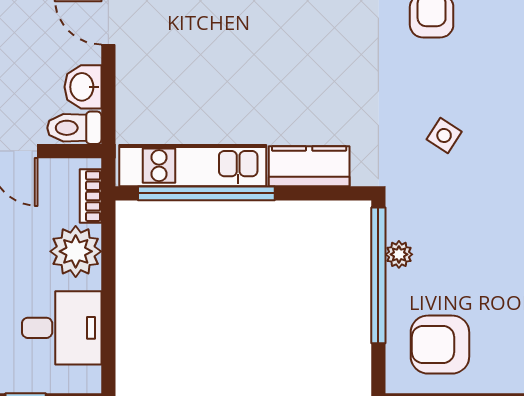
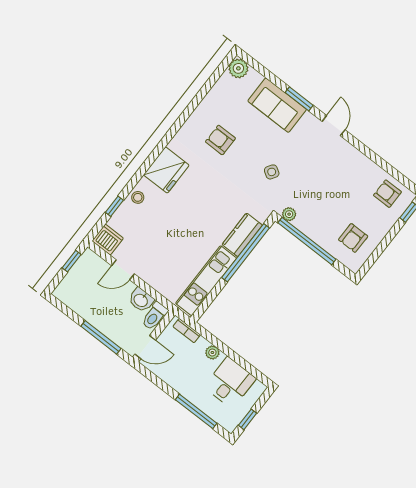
window: (206, 193) -> (246, 253), moved
plant: (76, 251) -> (212, 353), width x0.53, depth x0.53
plant: (399, 254) -> (289, 214), moved
armchair: (440, 345) -> (353, 238), width x0.72, depth x0.72

